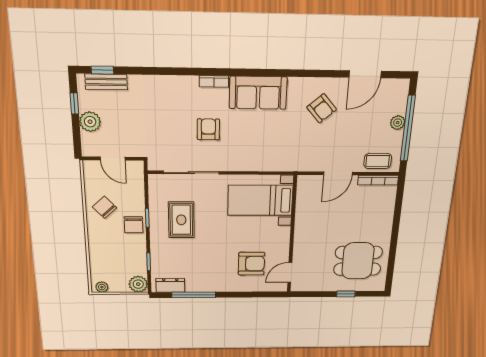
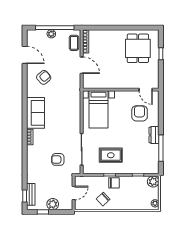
armchair: (208, 129) -> (58, 159), moved
dresser: (170, 285) -> (154, 135), moved

